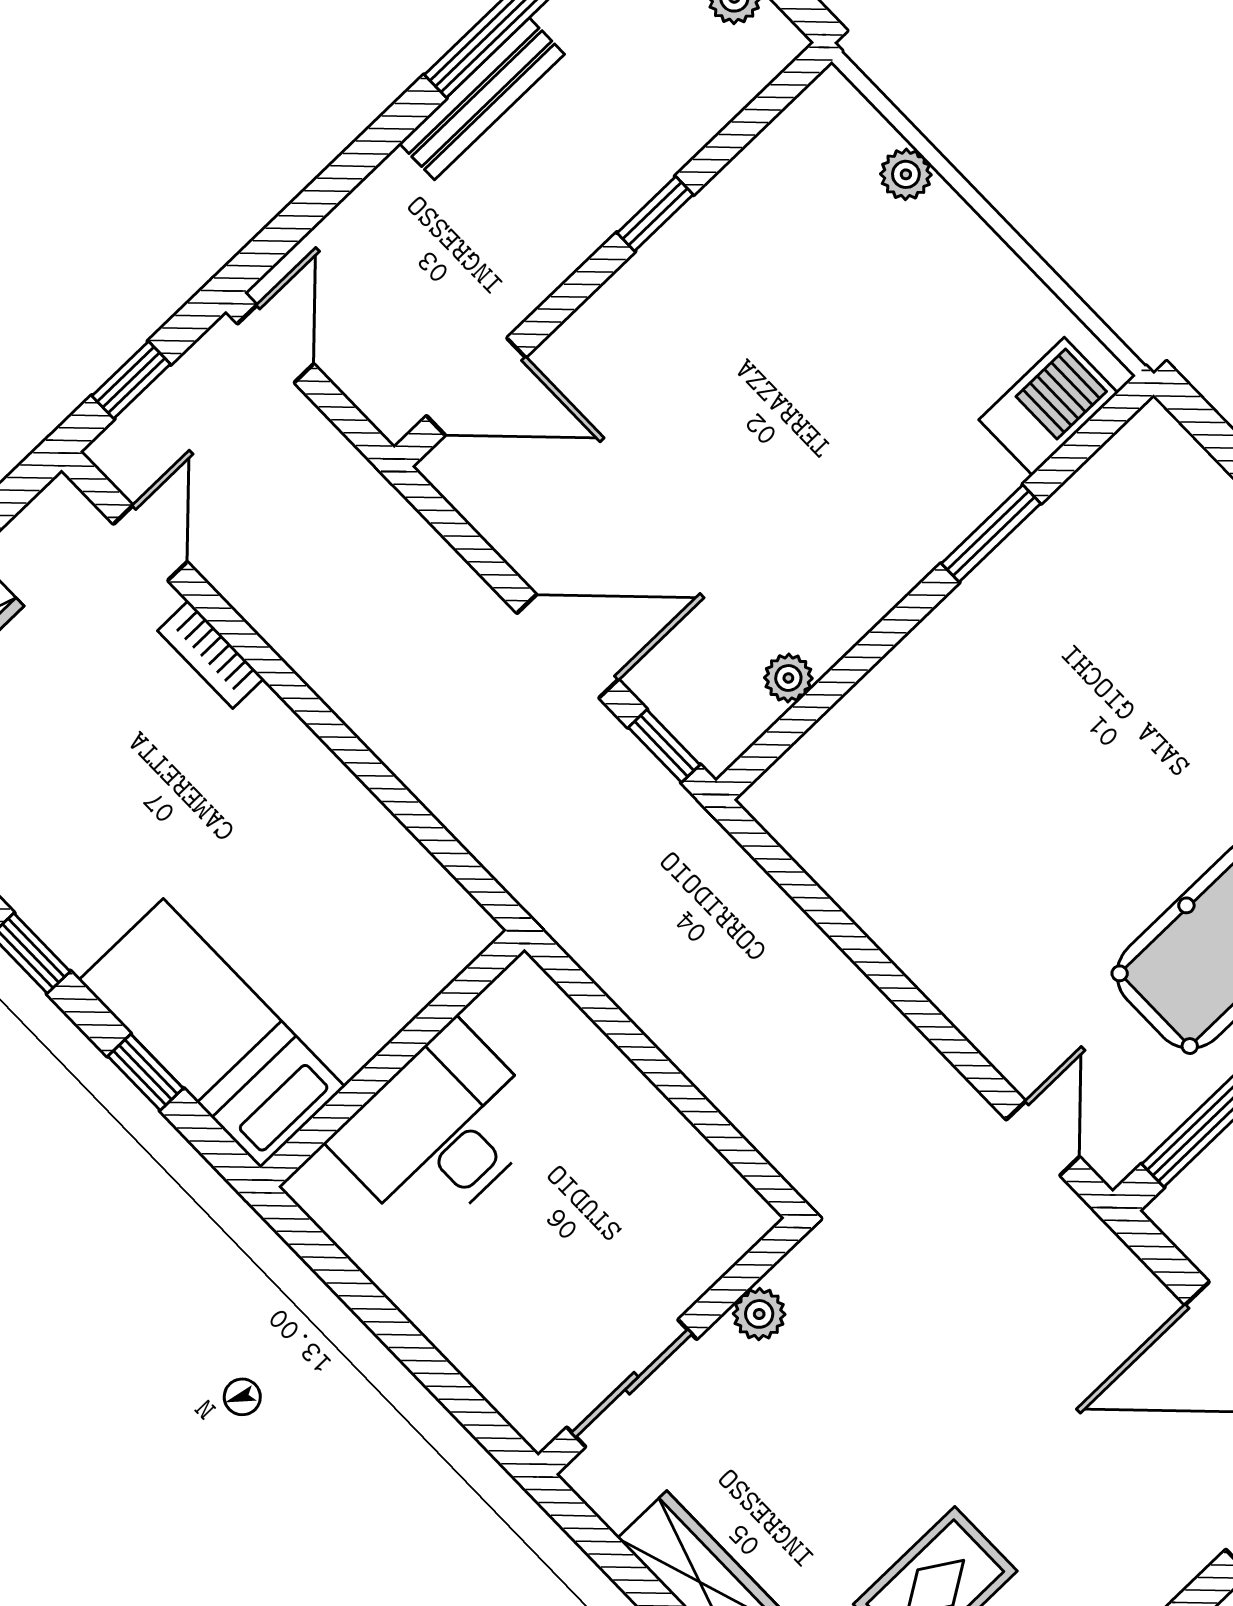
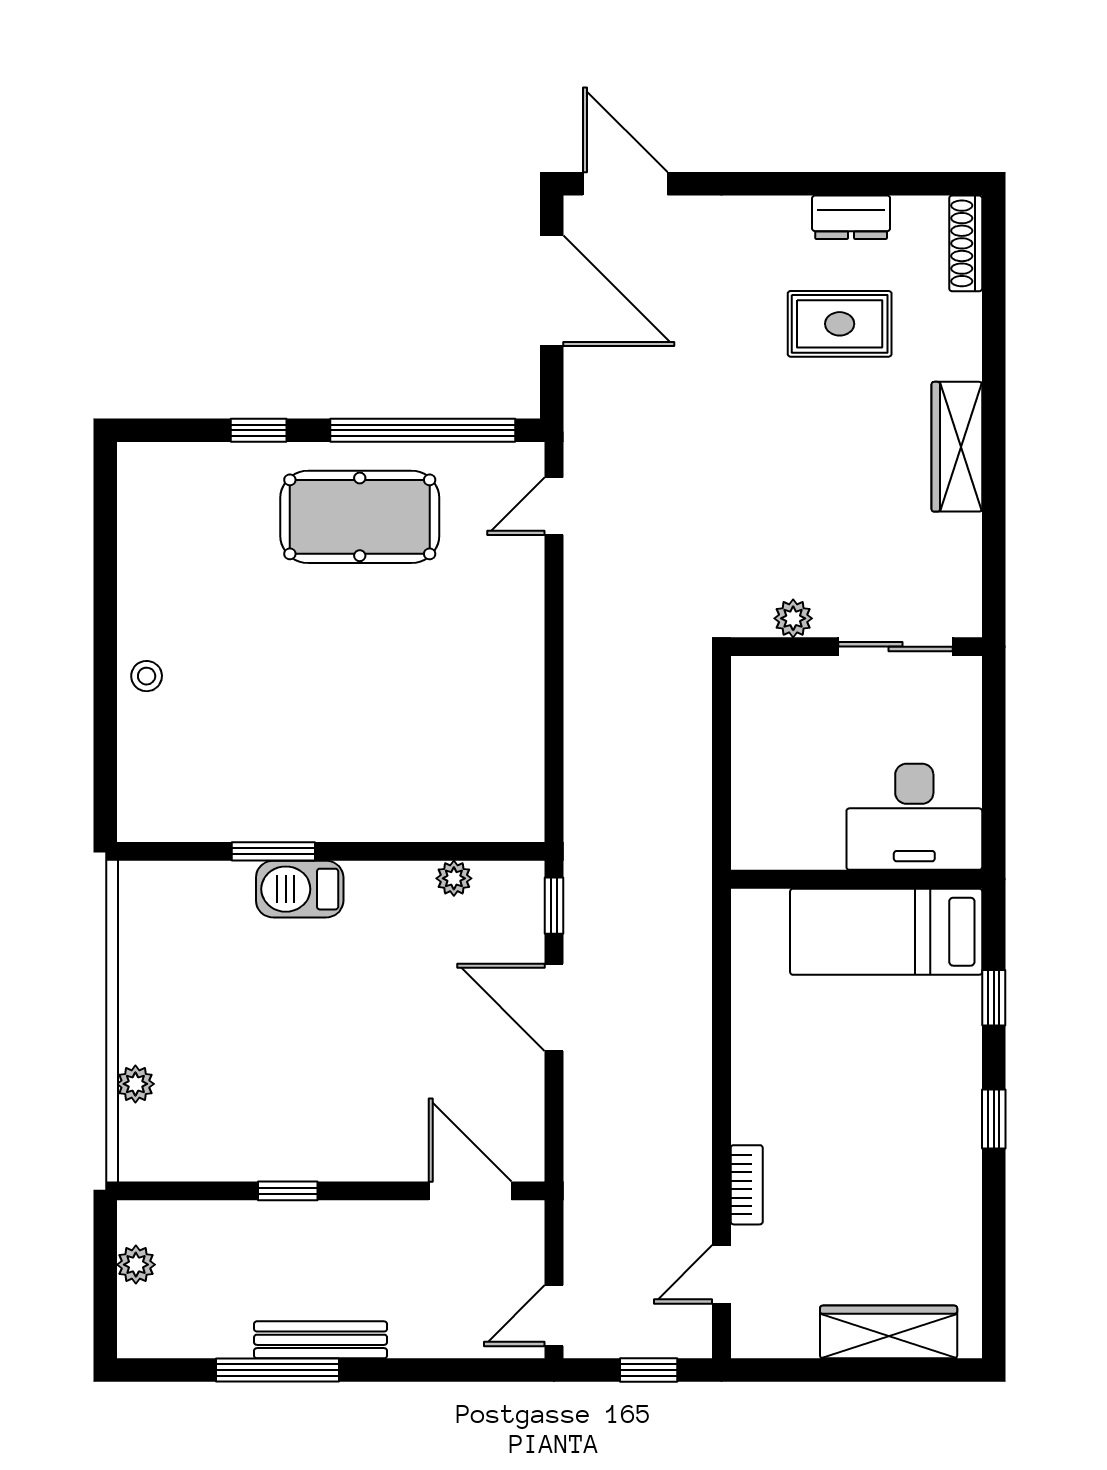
barbecue: (1048, 406) -> (300, 889), moved
bed: (212, 1033) -> (886, 932), moved, turned 90
desk: (440, 1131) -> (914, 817), moved
plant: (759, 1314) -> (793, 618), moved
wall: (670, 1346) -> (856, 647), moved
sliding door: (632, 1383) -> (896, 647), moved

